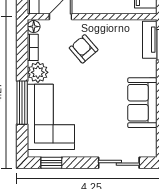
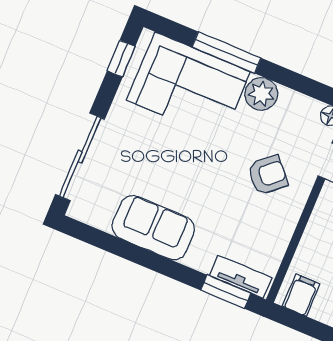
bookcase: (33, 47) -> (301, 102), removed
sliding door: (119, 163) -> (80, 157), width x1.37

